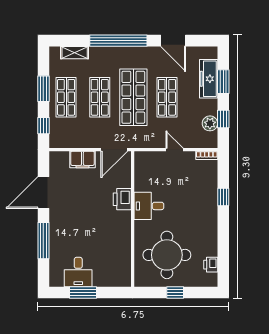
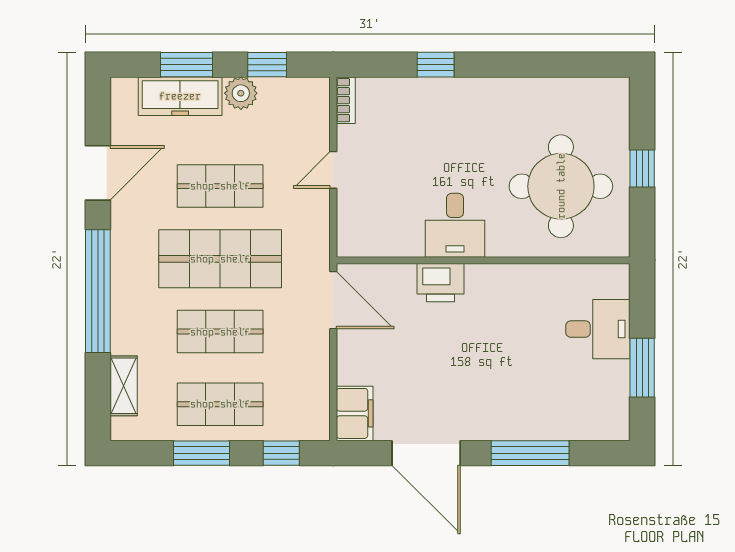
plant: (210, 123) -> (241, 93), moved
filing cabinet: (82, 159) -> (355, 413), moved
printer: (211, 265) -> (582, 92), removed
desk: (78, 272) -> (598, 329), moved

